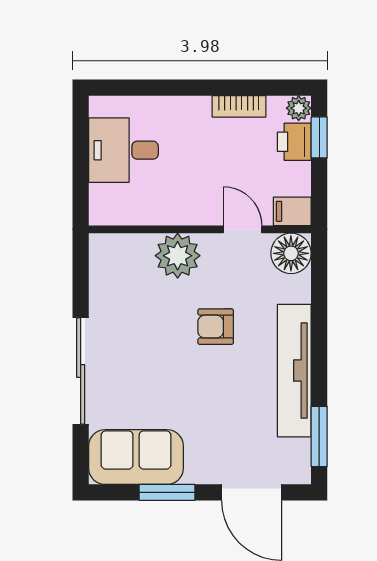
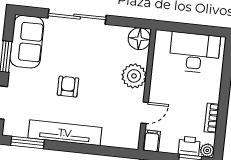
desk: (123, 150) -> (195, 53), width x1.37
floor lamp: (291, 253) -> (139, 39), moved
armchair: (216, 327) -> (68, 87), moved

